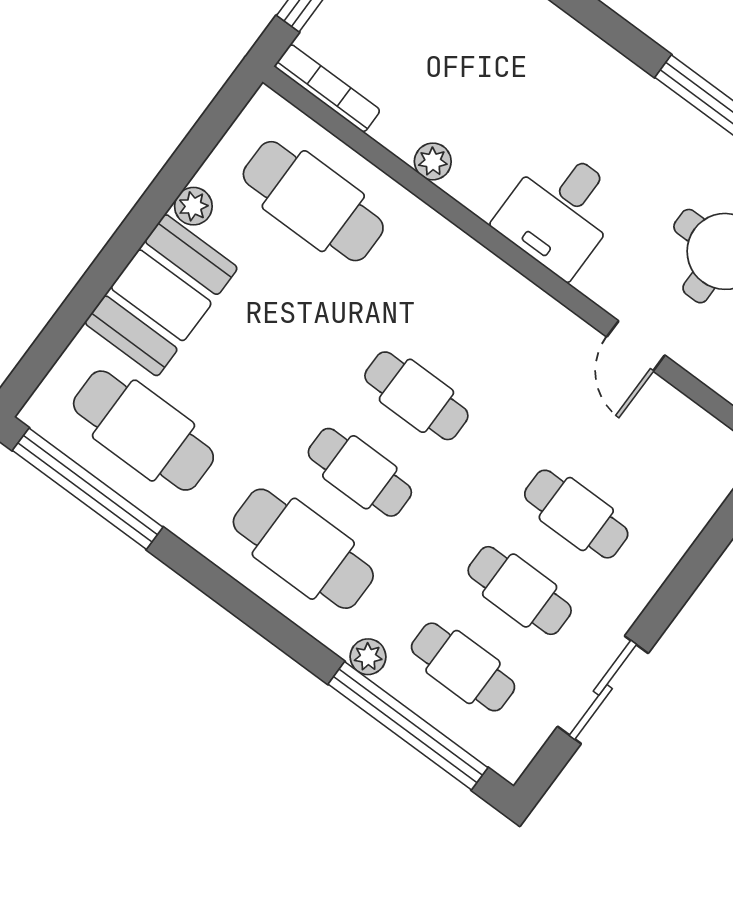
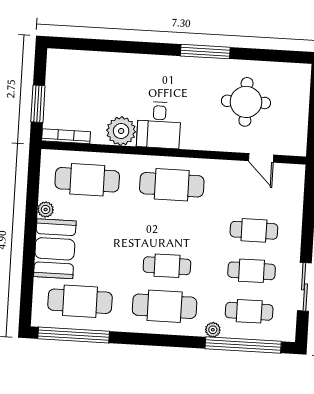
plant: (433, 161) -> (121, 131), width x1.88, depth x1.88
desk: (560, 212) -> (159, 125), moved
door: (636, 346) -> (261, 158), moved
cafe table: (416, 396) -> (172, 185), moved, width x1.37, depth x1.35

